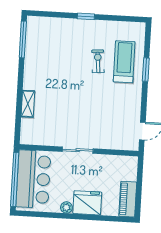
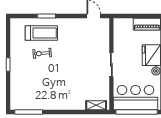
treadmill: (124, 62) -> (41, 33), turned 180
shelving: (28, 104) -> (96, 105), moved

